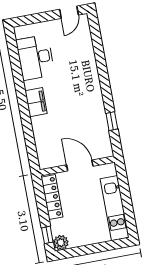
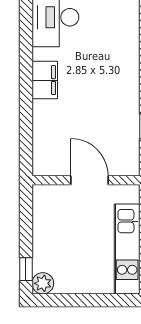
locker: (52, 197) -> (42, 217), removed

